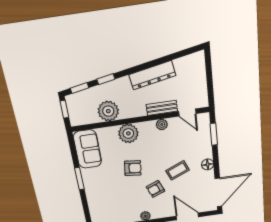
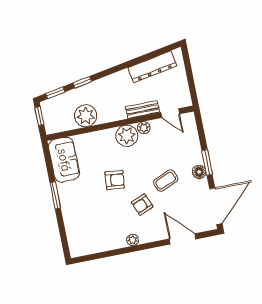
dresser: (152, 75) -> (152, 67), moved
plant: (128, 133) -> (127, 136), moved
window: (214, 134) -> (207, 162), moved

